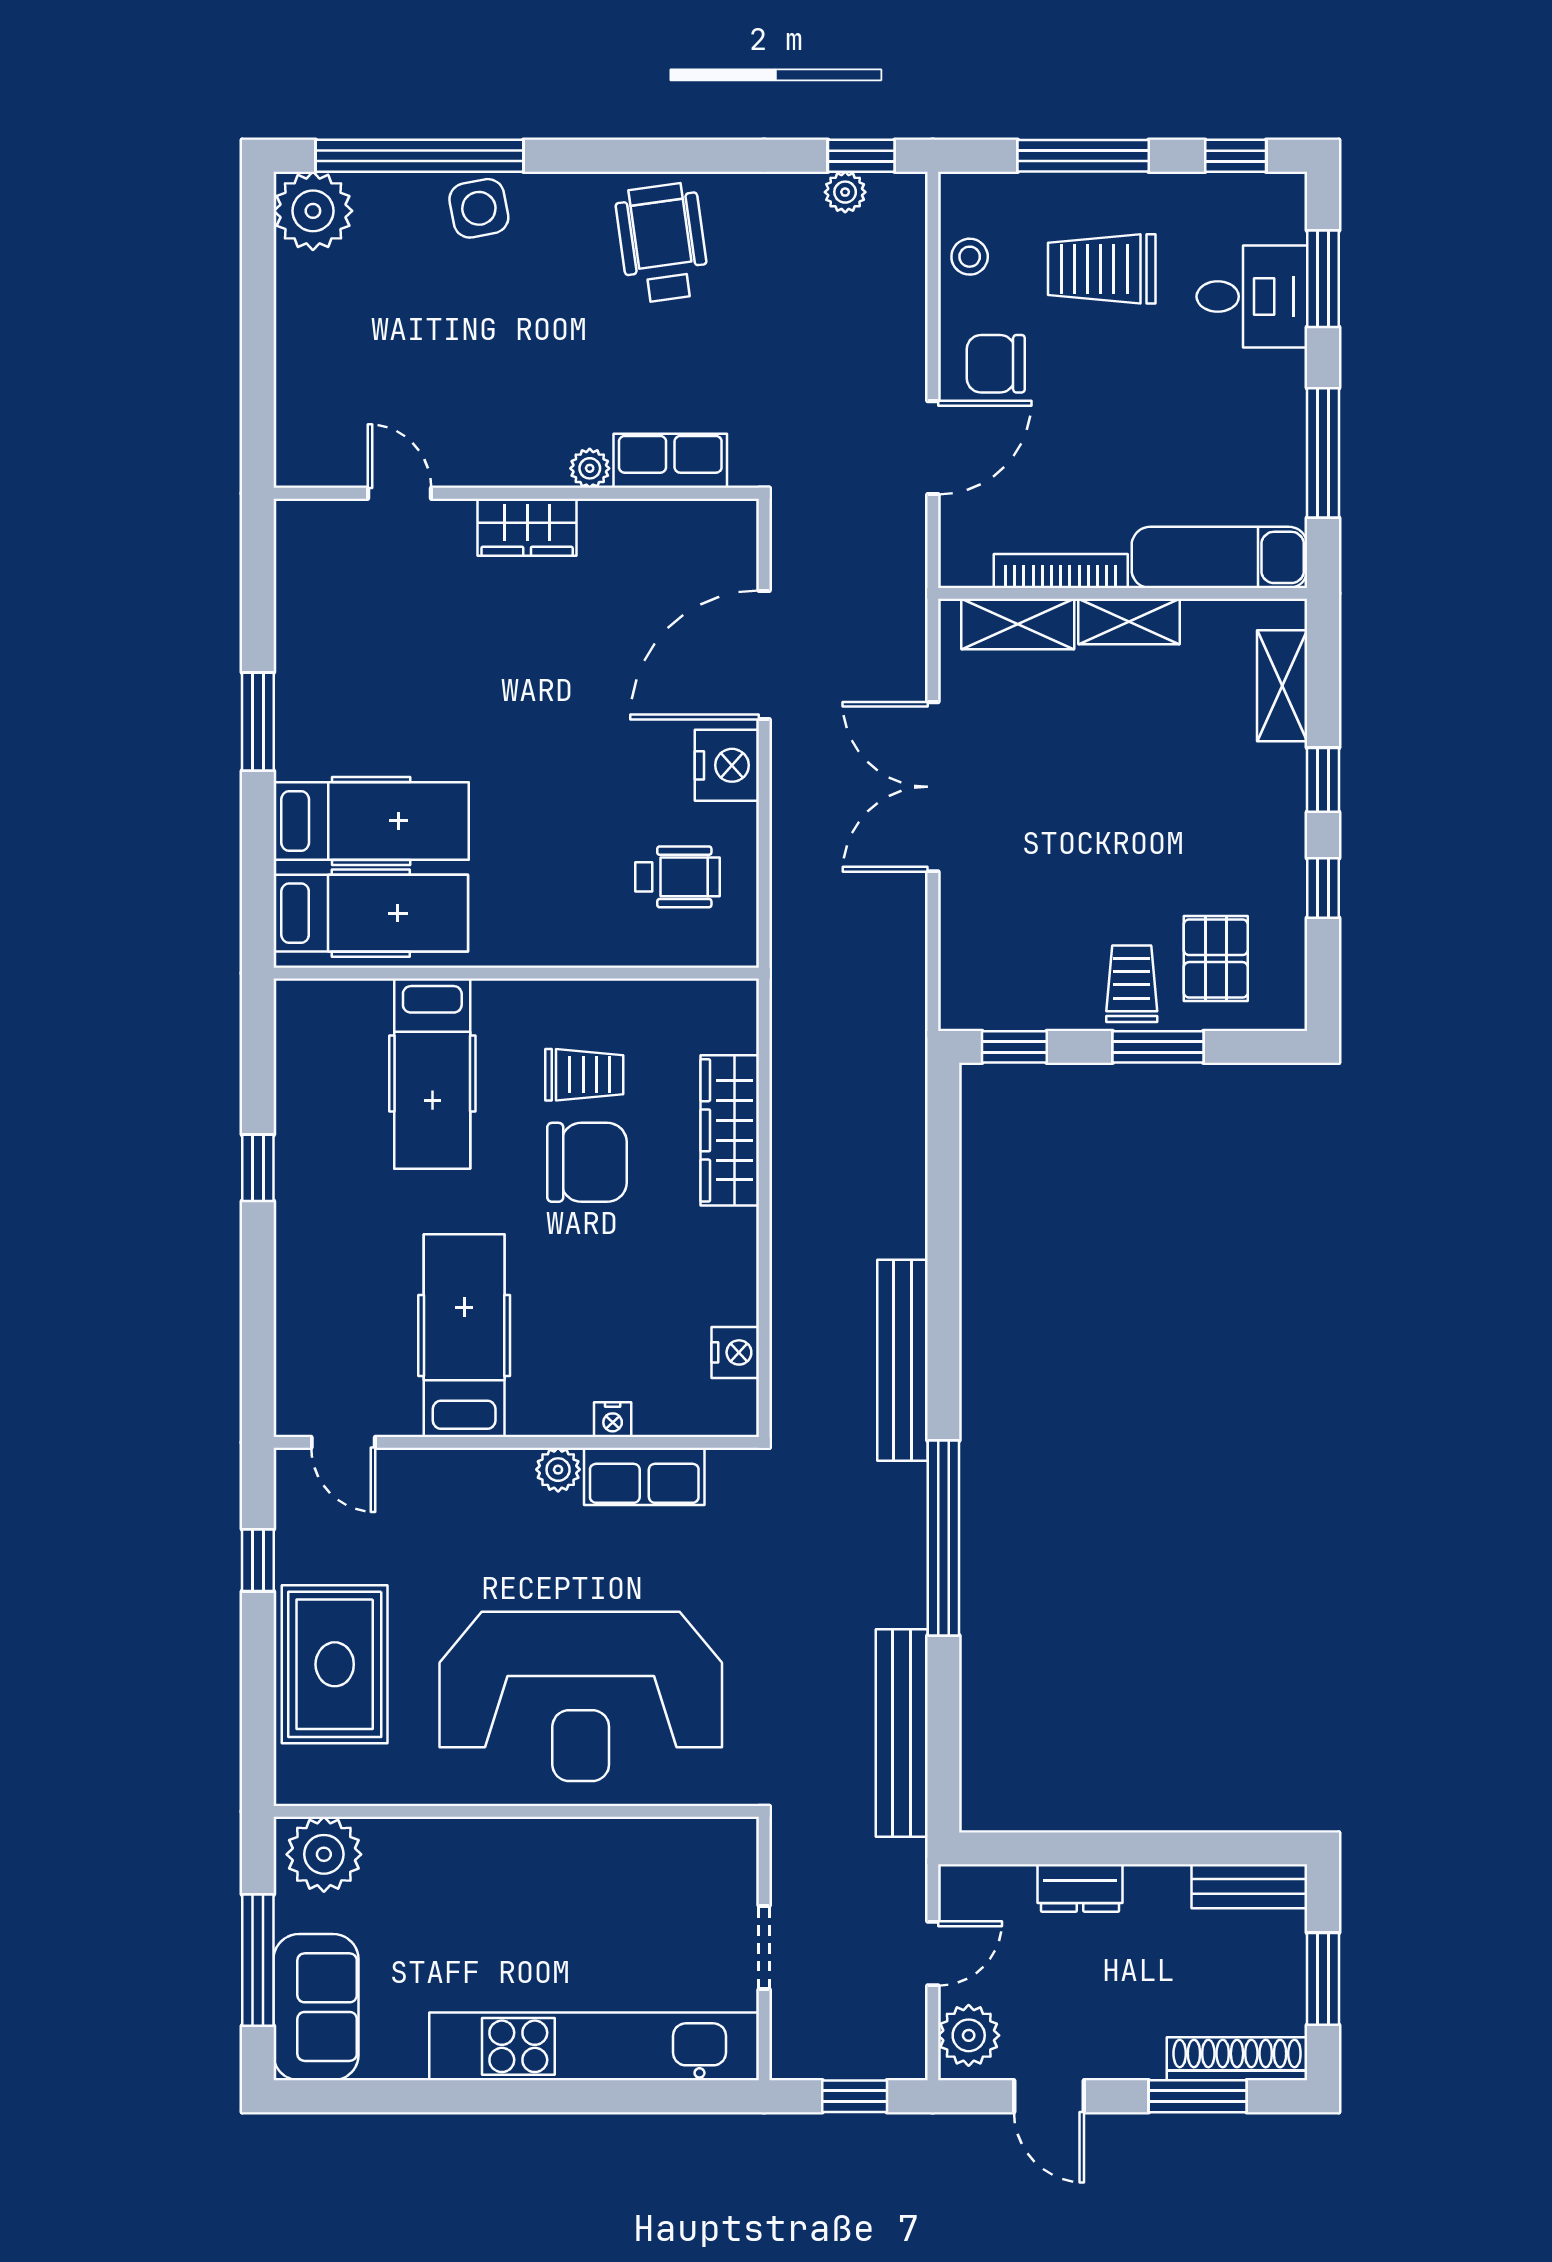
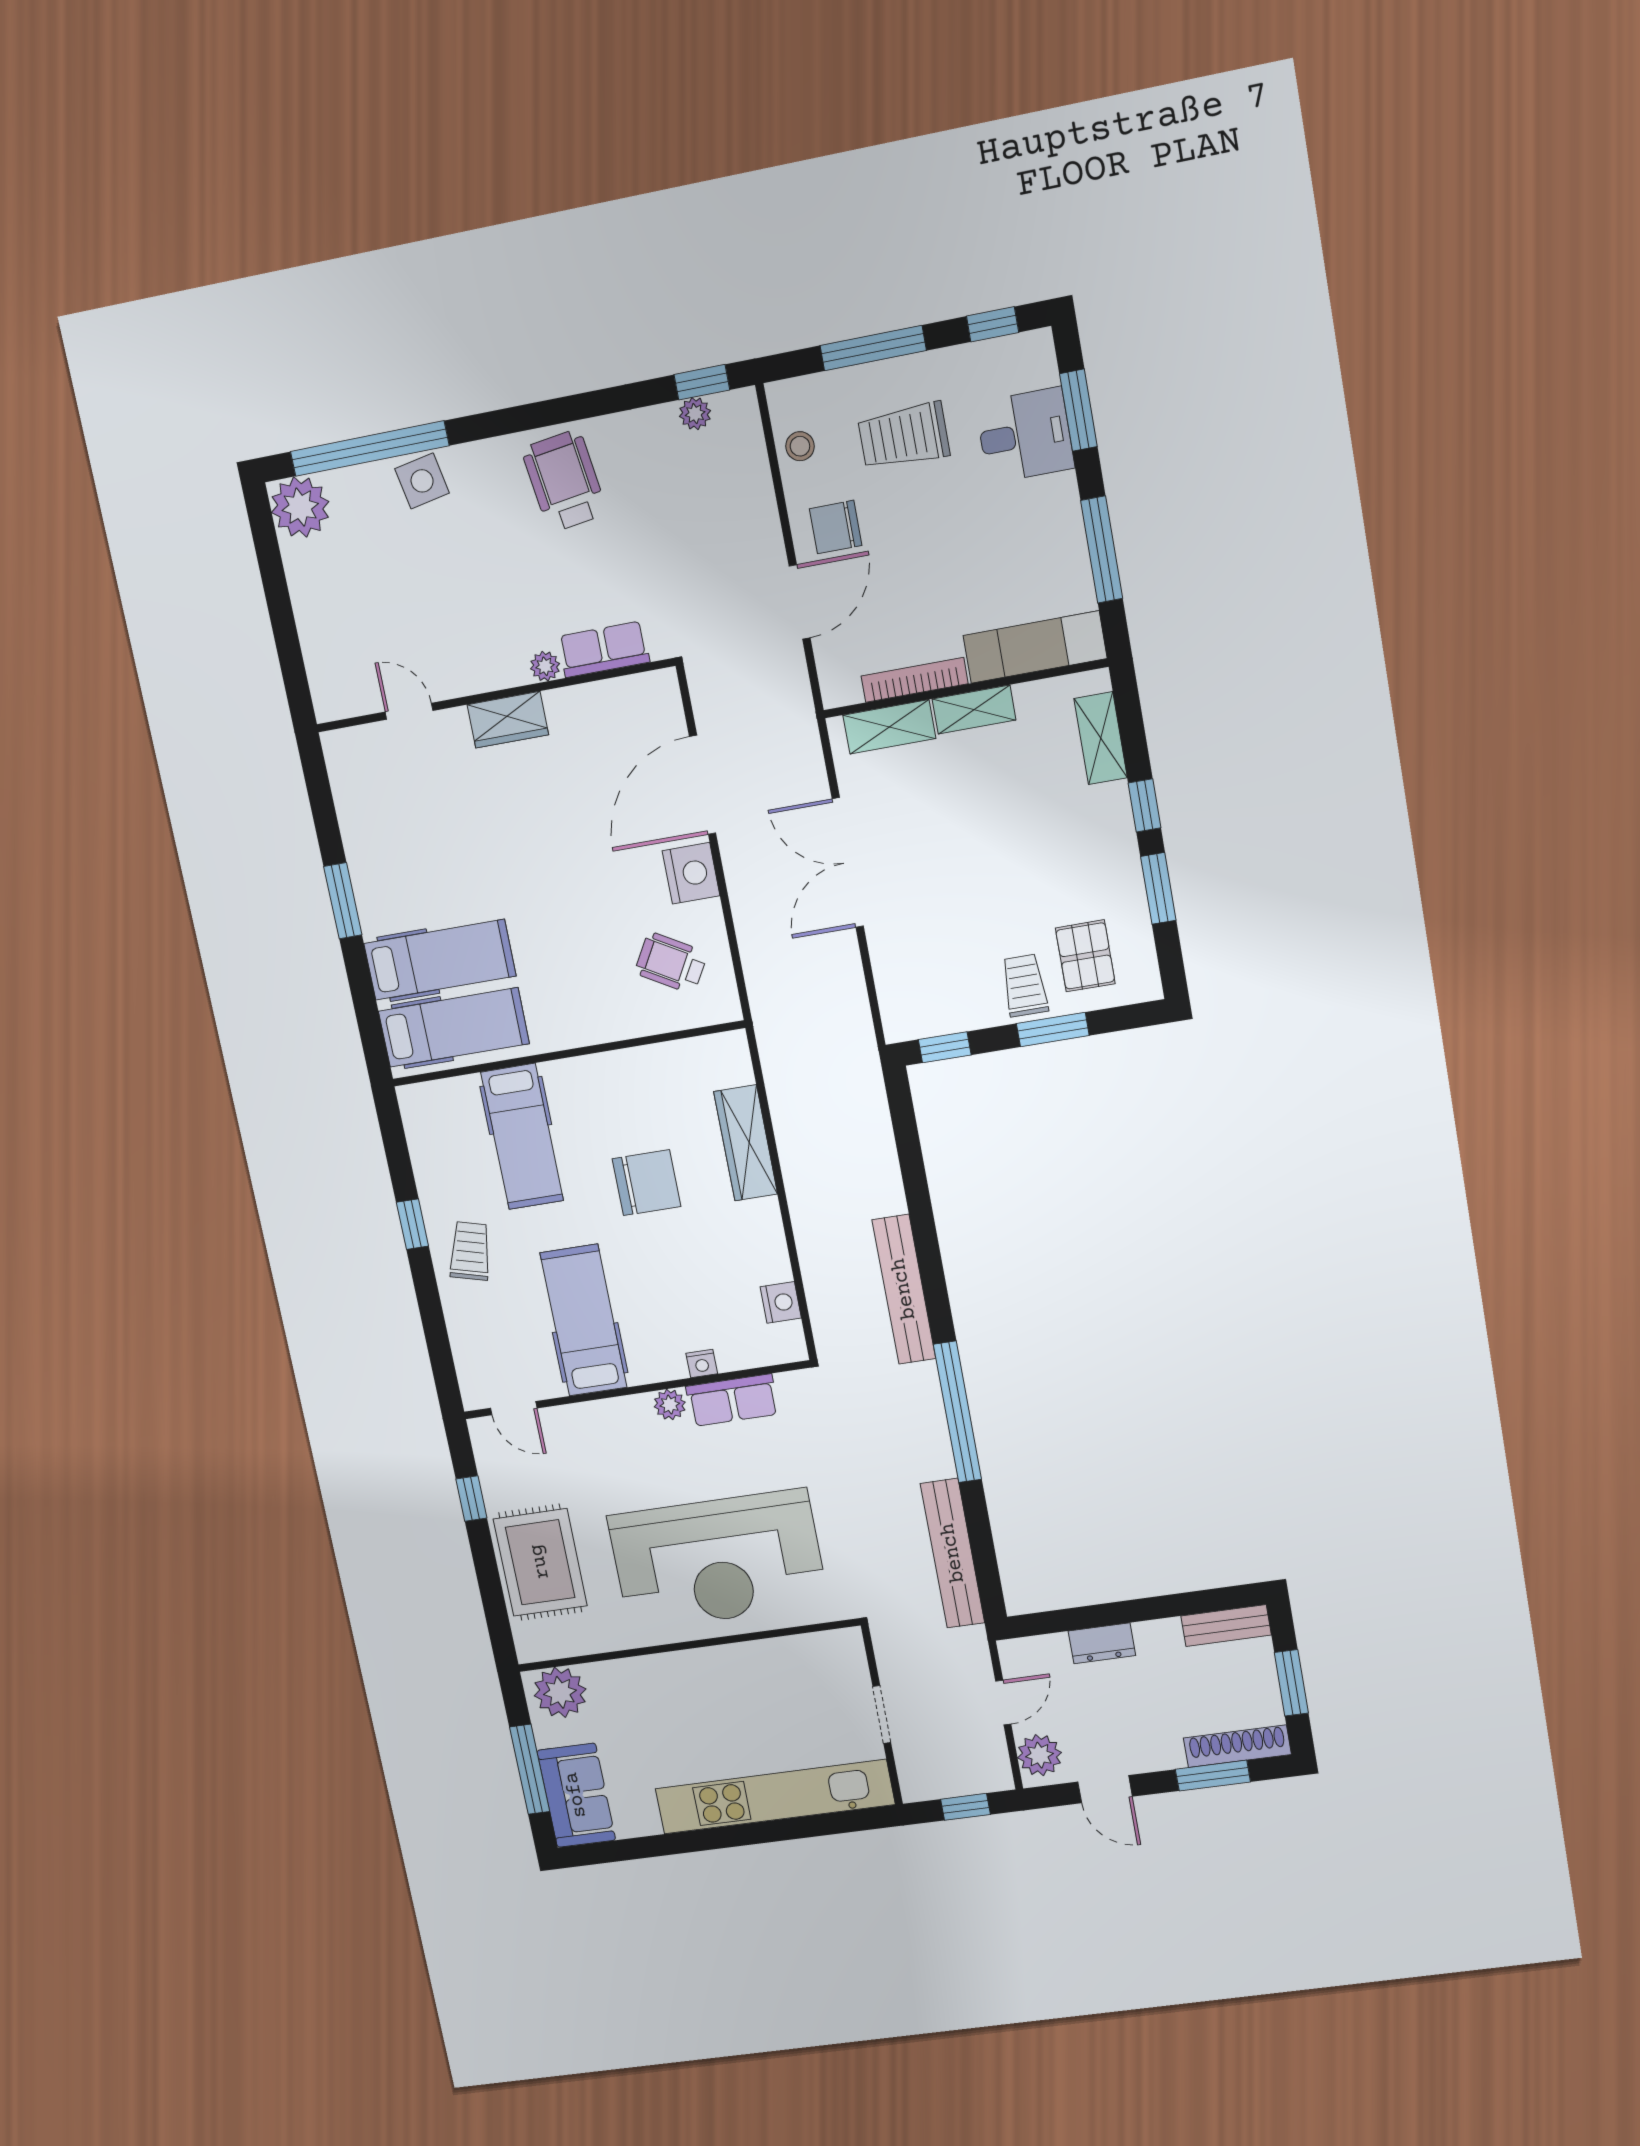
wheelchair: (678, 877) -> (671, 963), turned -150
window: (1323, 888) -> (1158, 888), width x1.50
trolley: (584, 1075) -> (470, 1251), moved, turned -75

